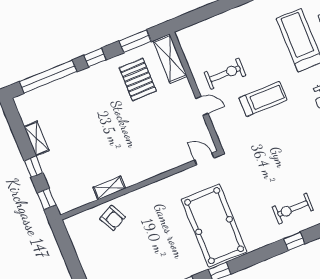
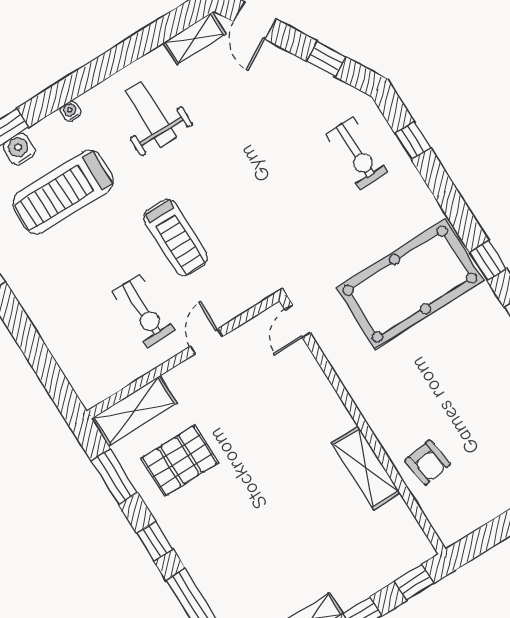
exercise bike: (225, 74) -> (144, 311), turned 180
treadmill: (263, 99) -> (176, 238), turned 180
shelving: (109, 188) -> (366, 468), width x1.50, depth x1.33
armchair: (112, 218) -> (427, 462), turned 109

